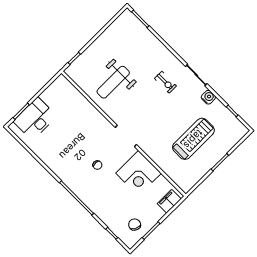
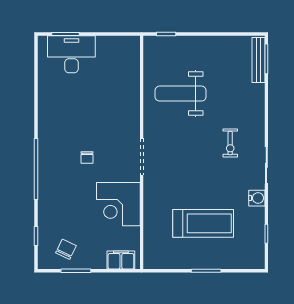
bench: (137, 24) -> (258, 60), added

